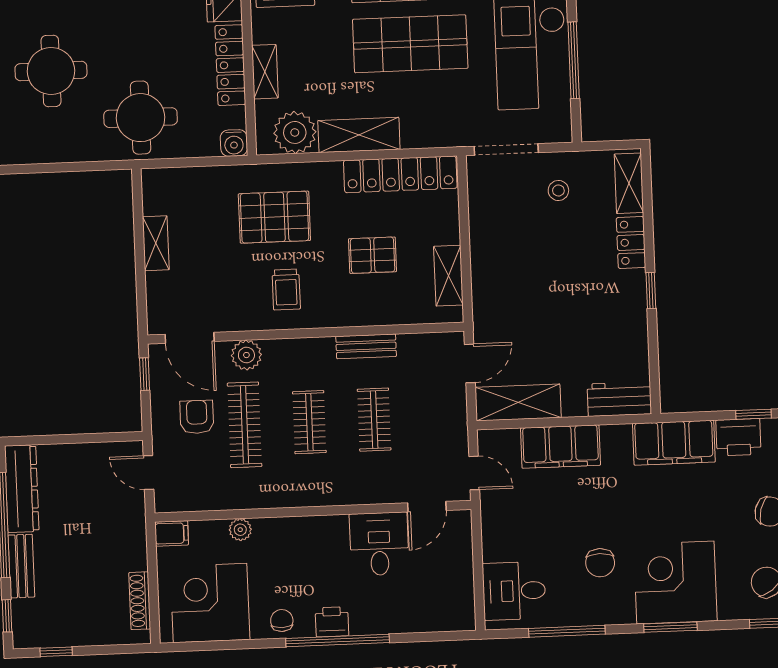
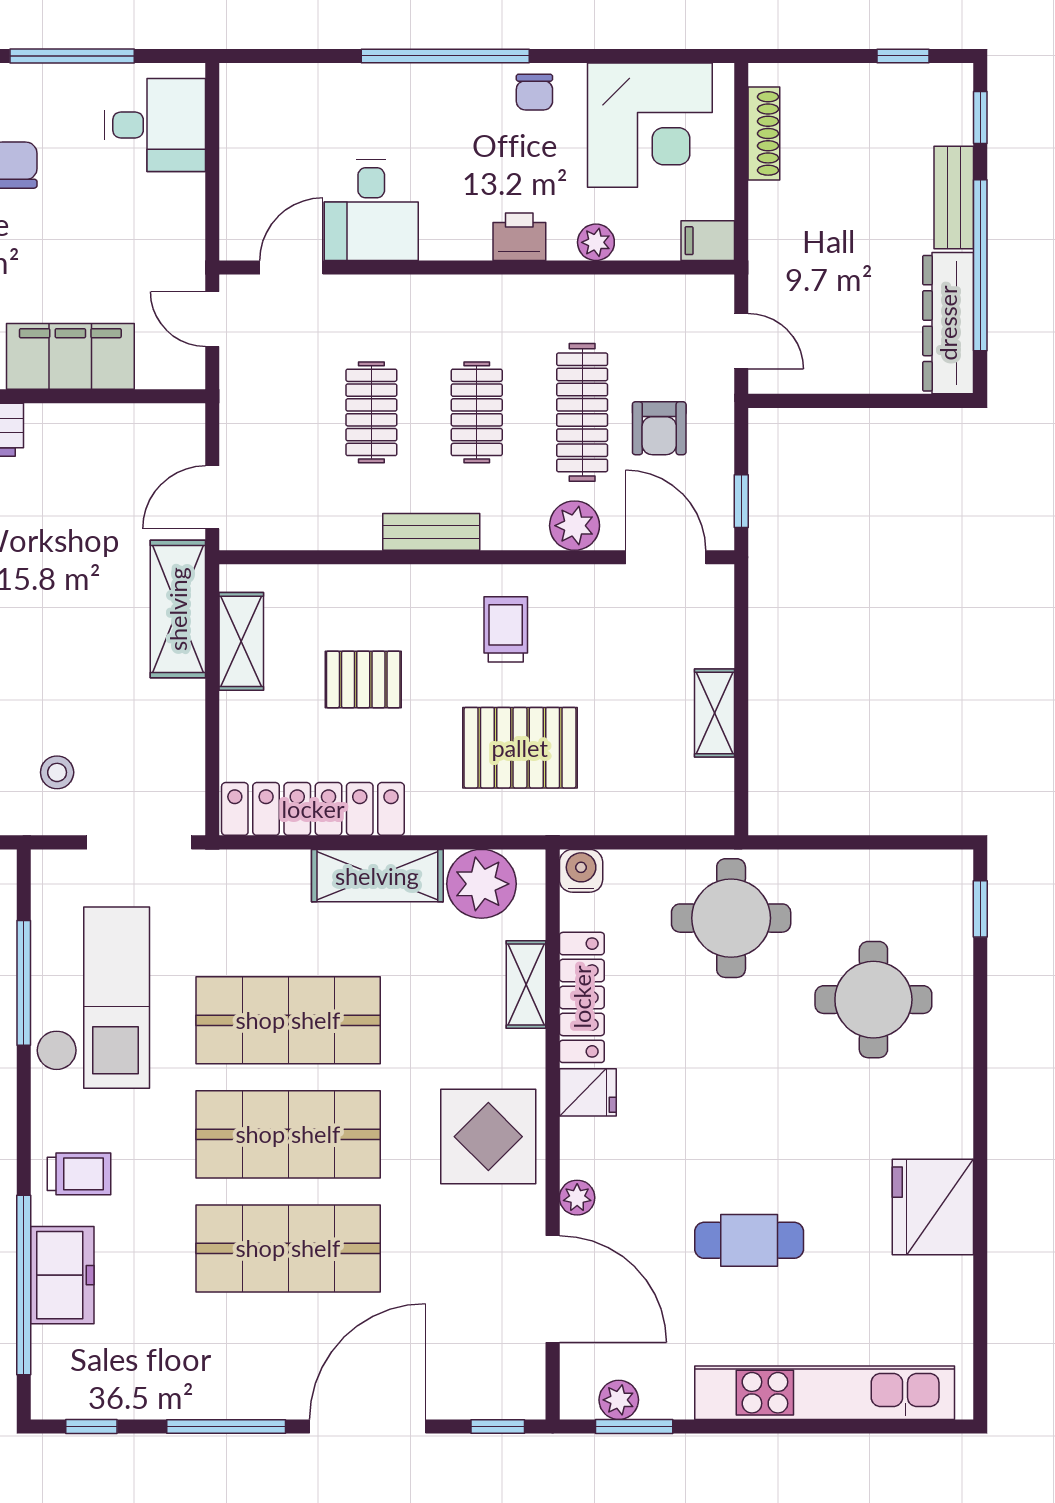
bench: (366, 346) -> (431, 532), moved
shelving: (518, 402) -> (178, 609), moved, turned 90
printer: (332, 622) -> (519, 237), moved, turned 180

